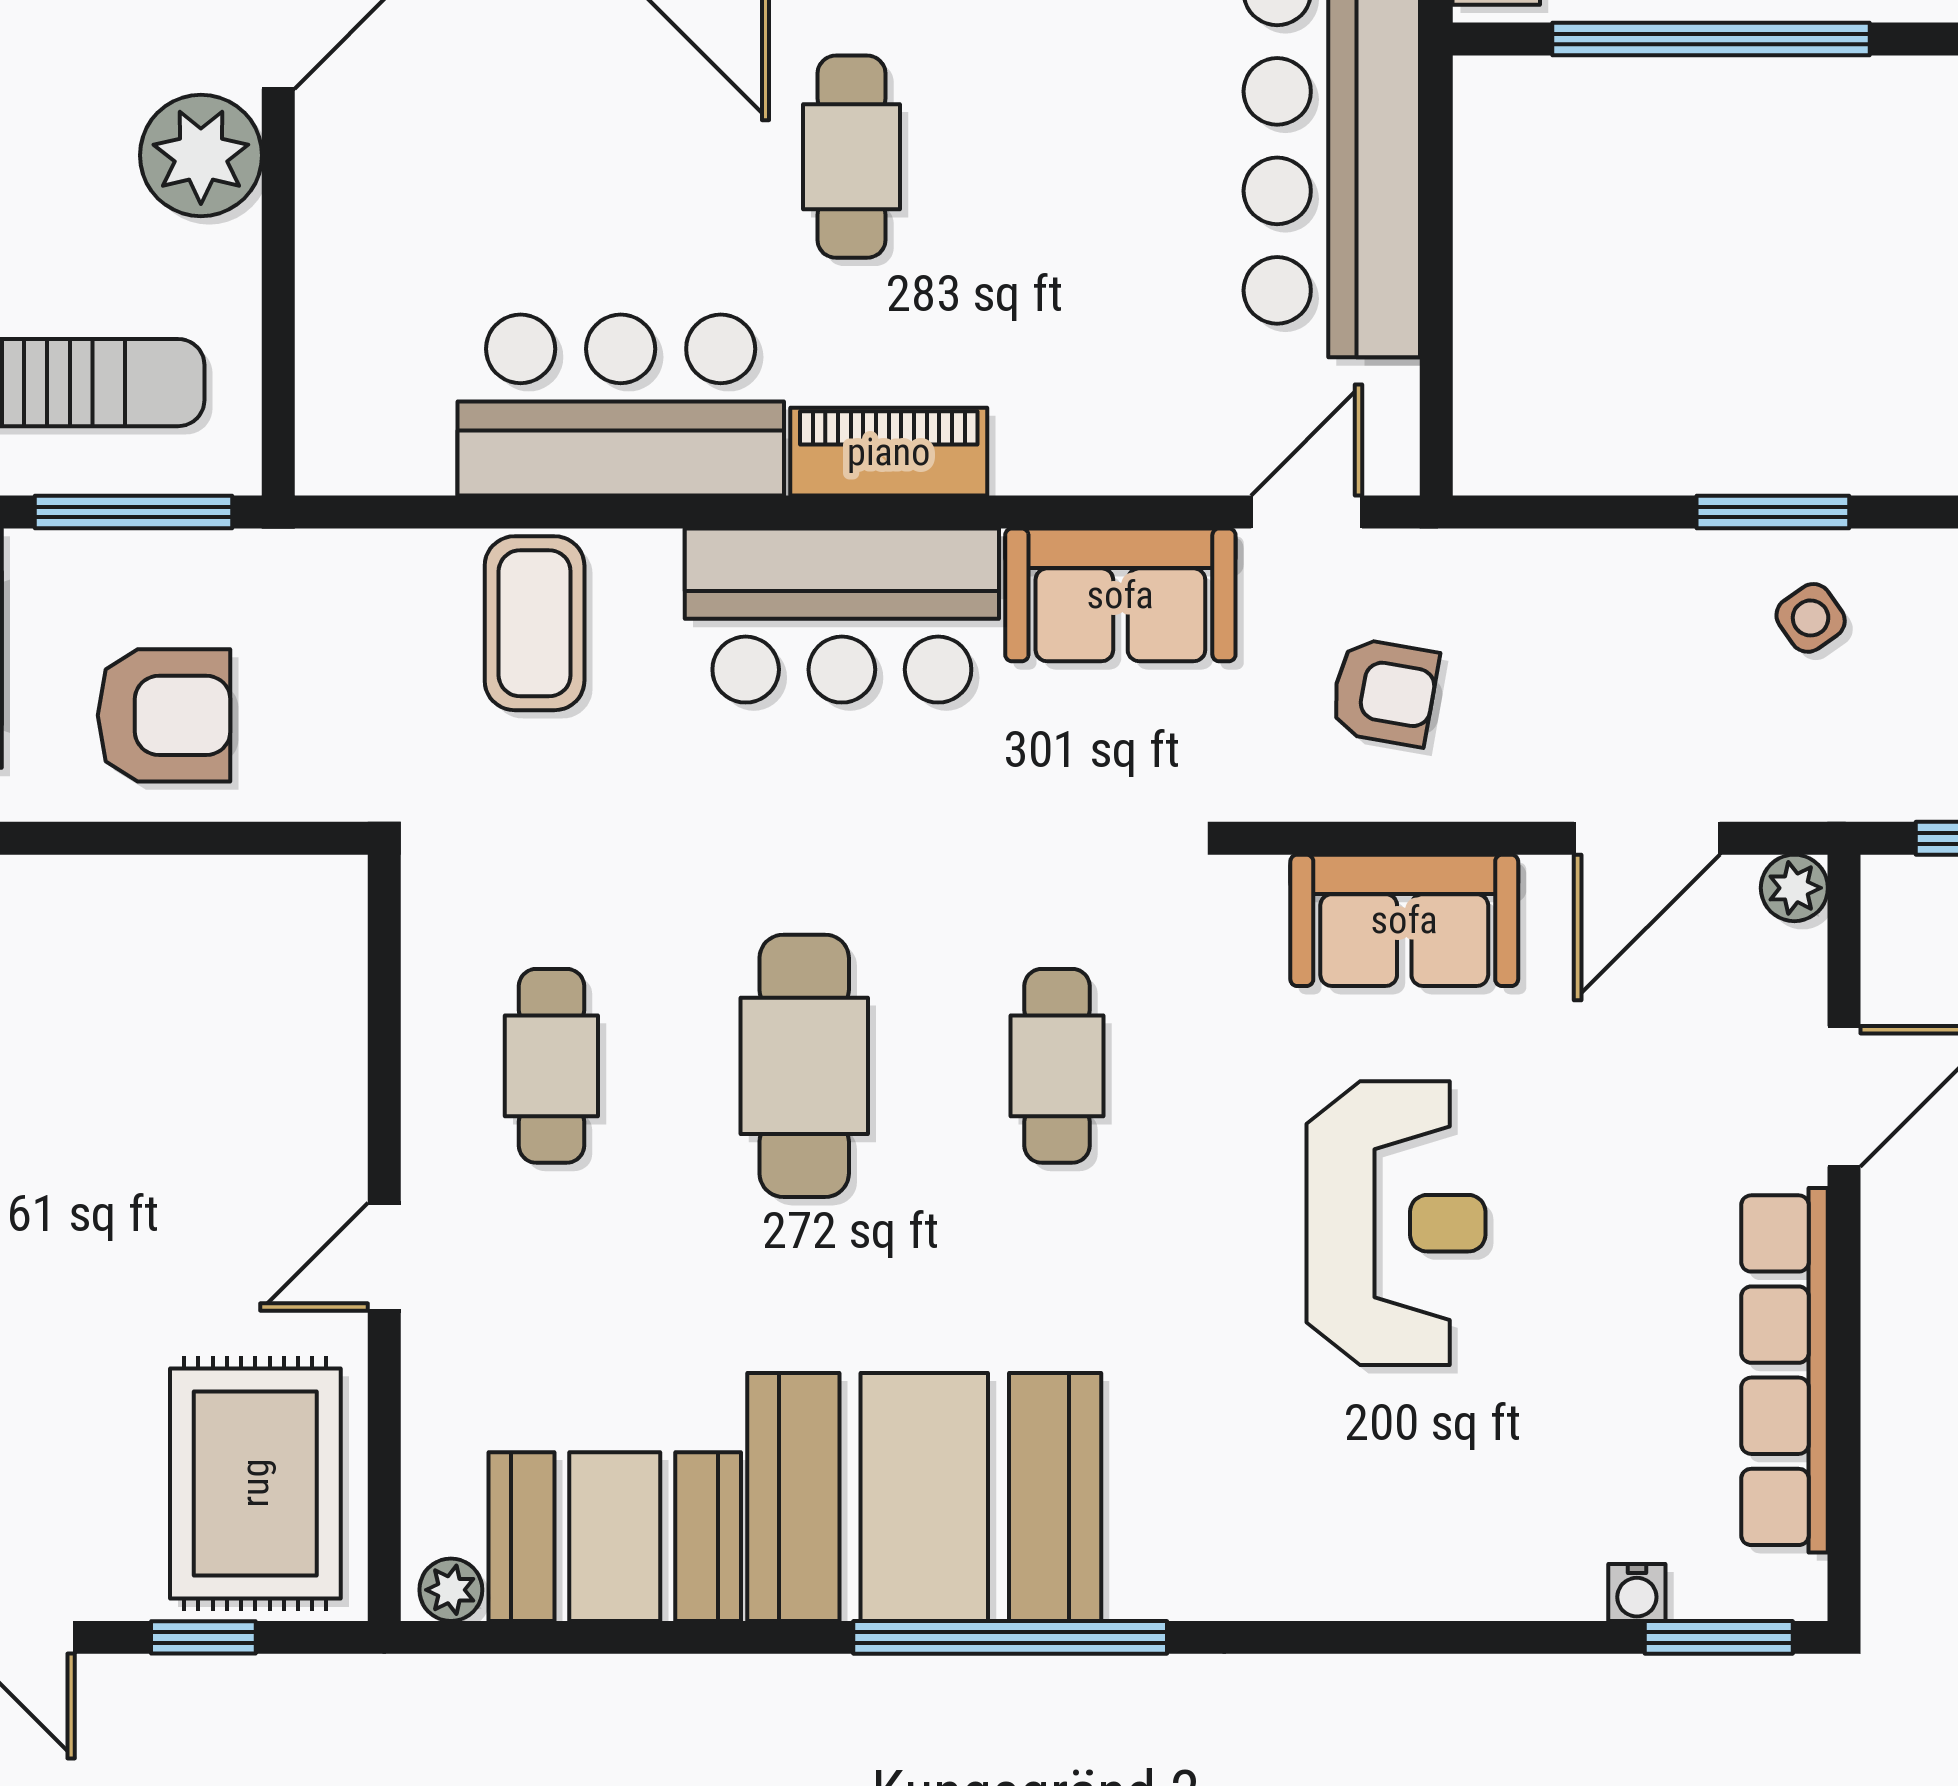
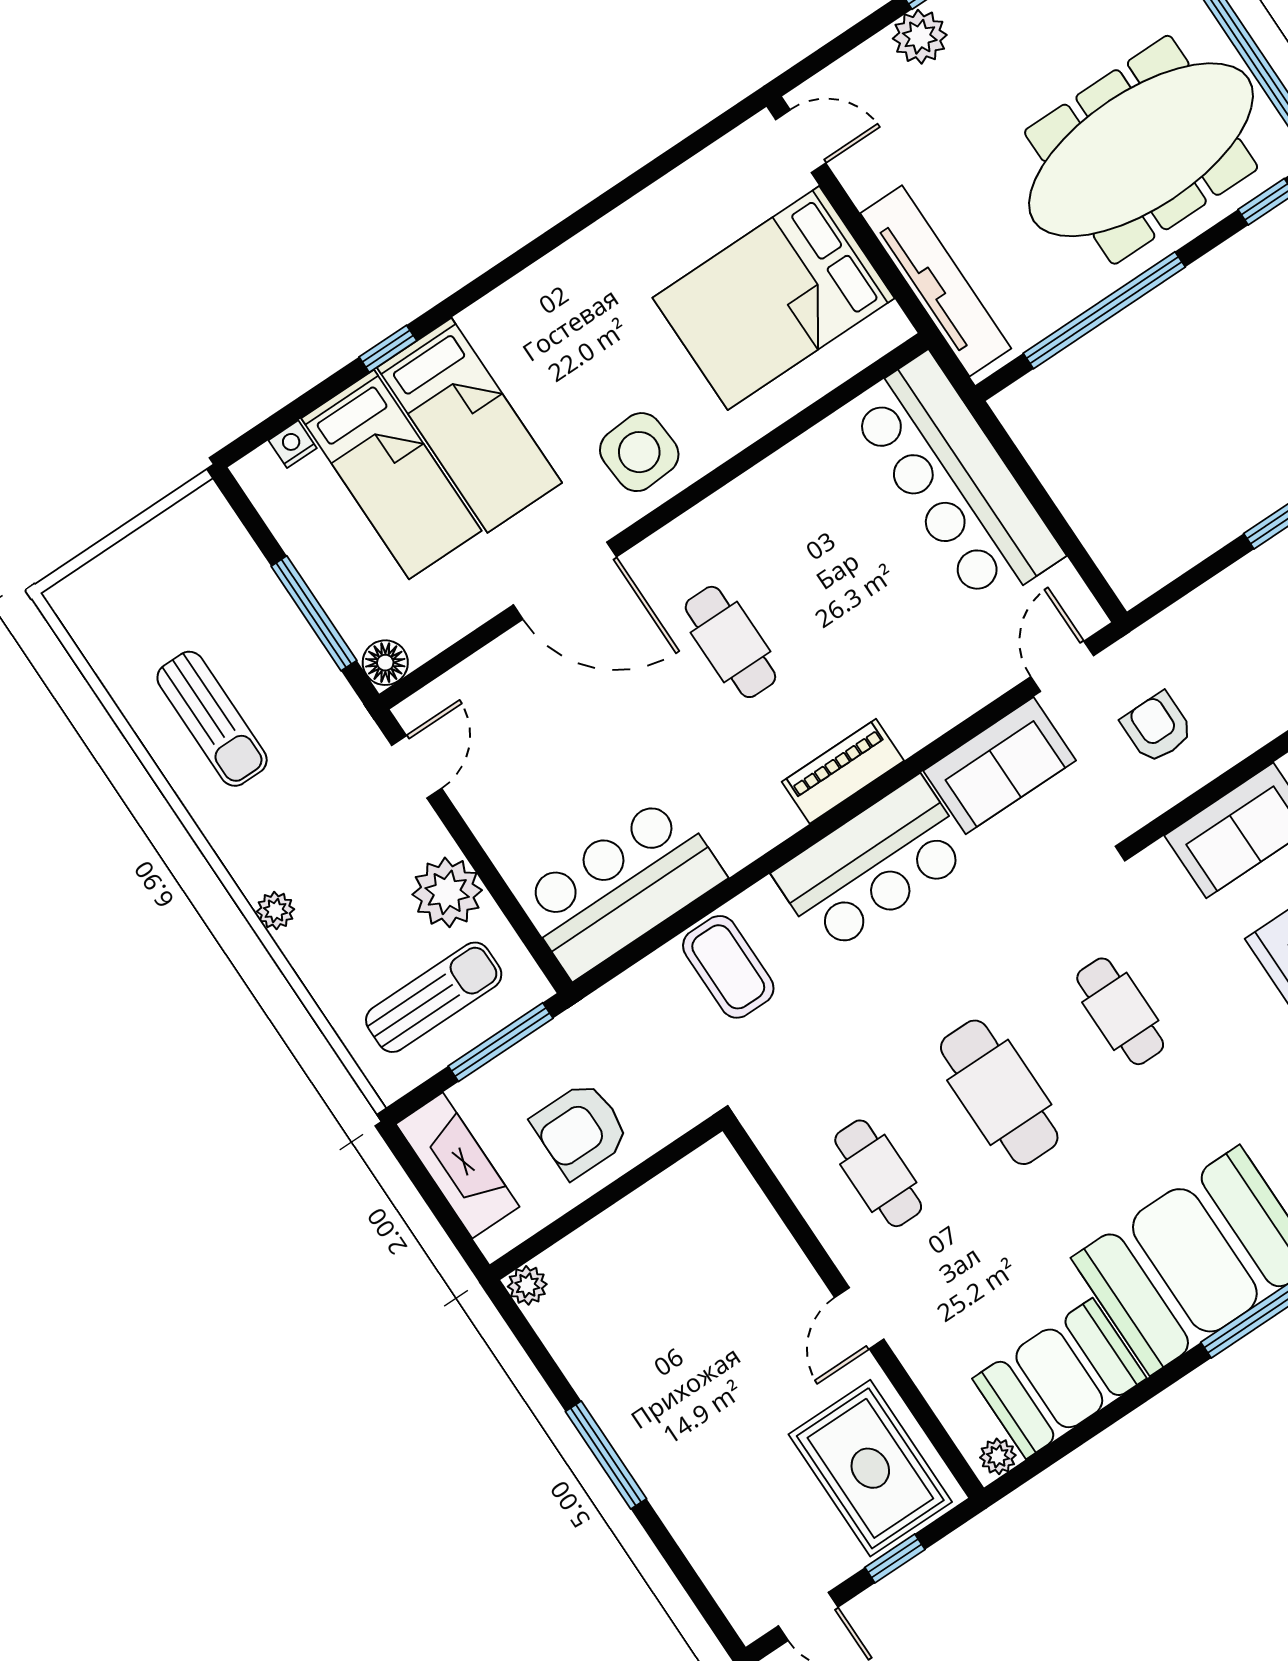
plant: (201, 155) -> (447, 892), moved
bar counter: (621, 405) -> (622, 887), moved
armchair: (1384, 692) -> (1157, 728), turned -100
armchair: (164, 715) -> (580, 1130), turned 180

